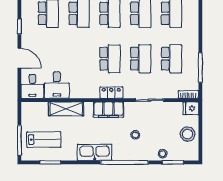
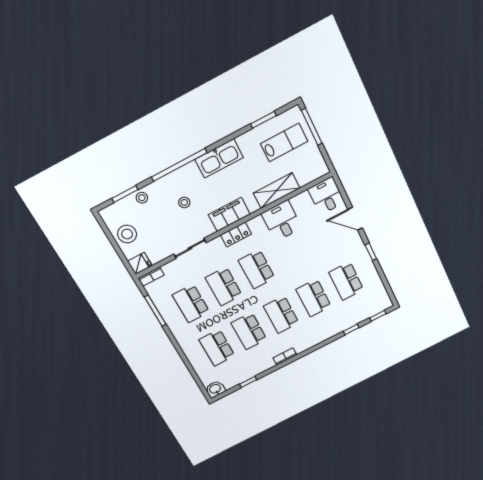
desk: (57, 85) -> (282, 221), moved
lab bench: (44, 140) -> (284, 143), turned 180

